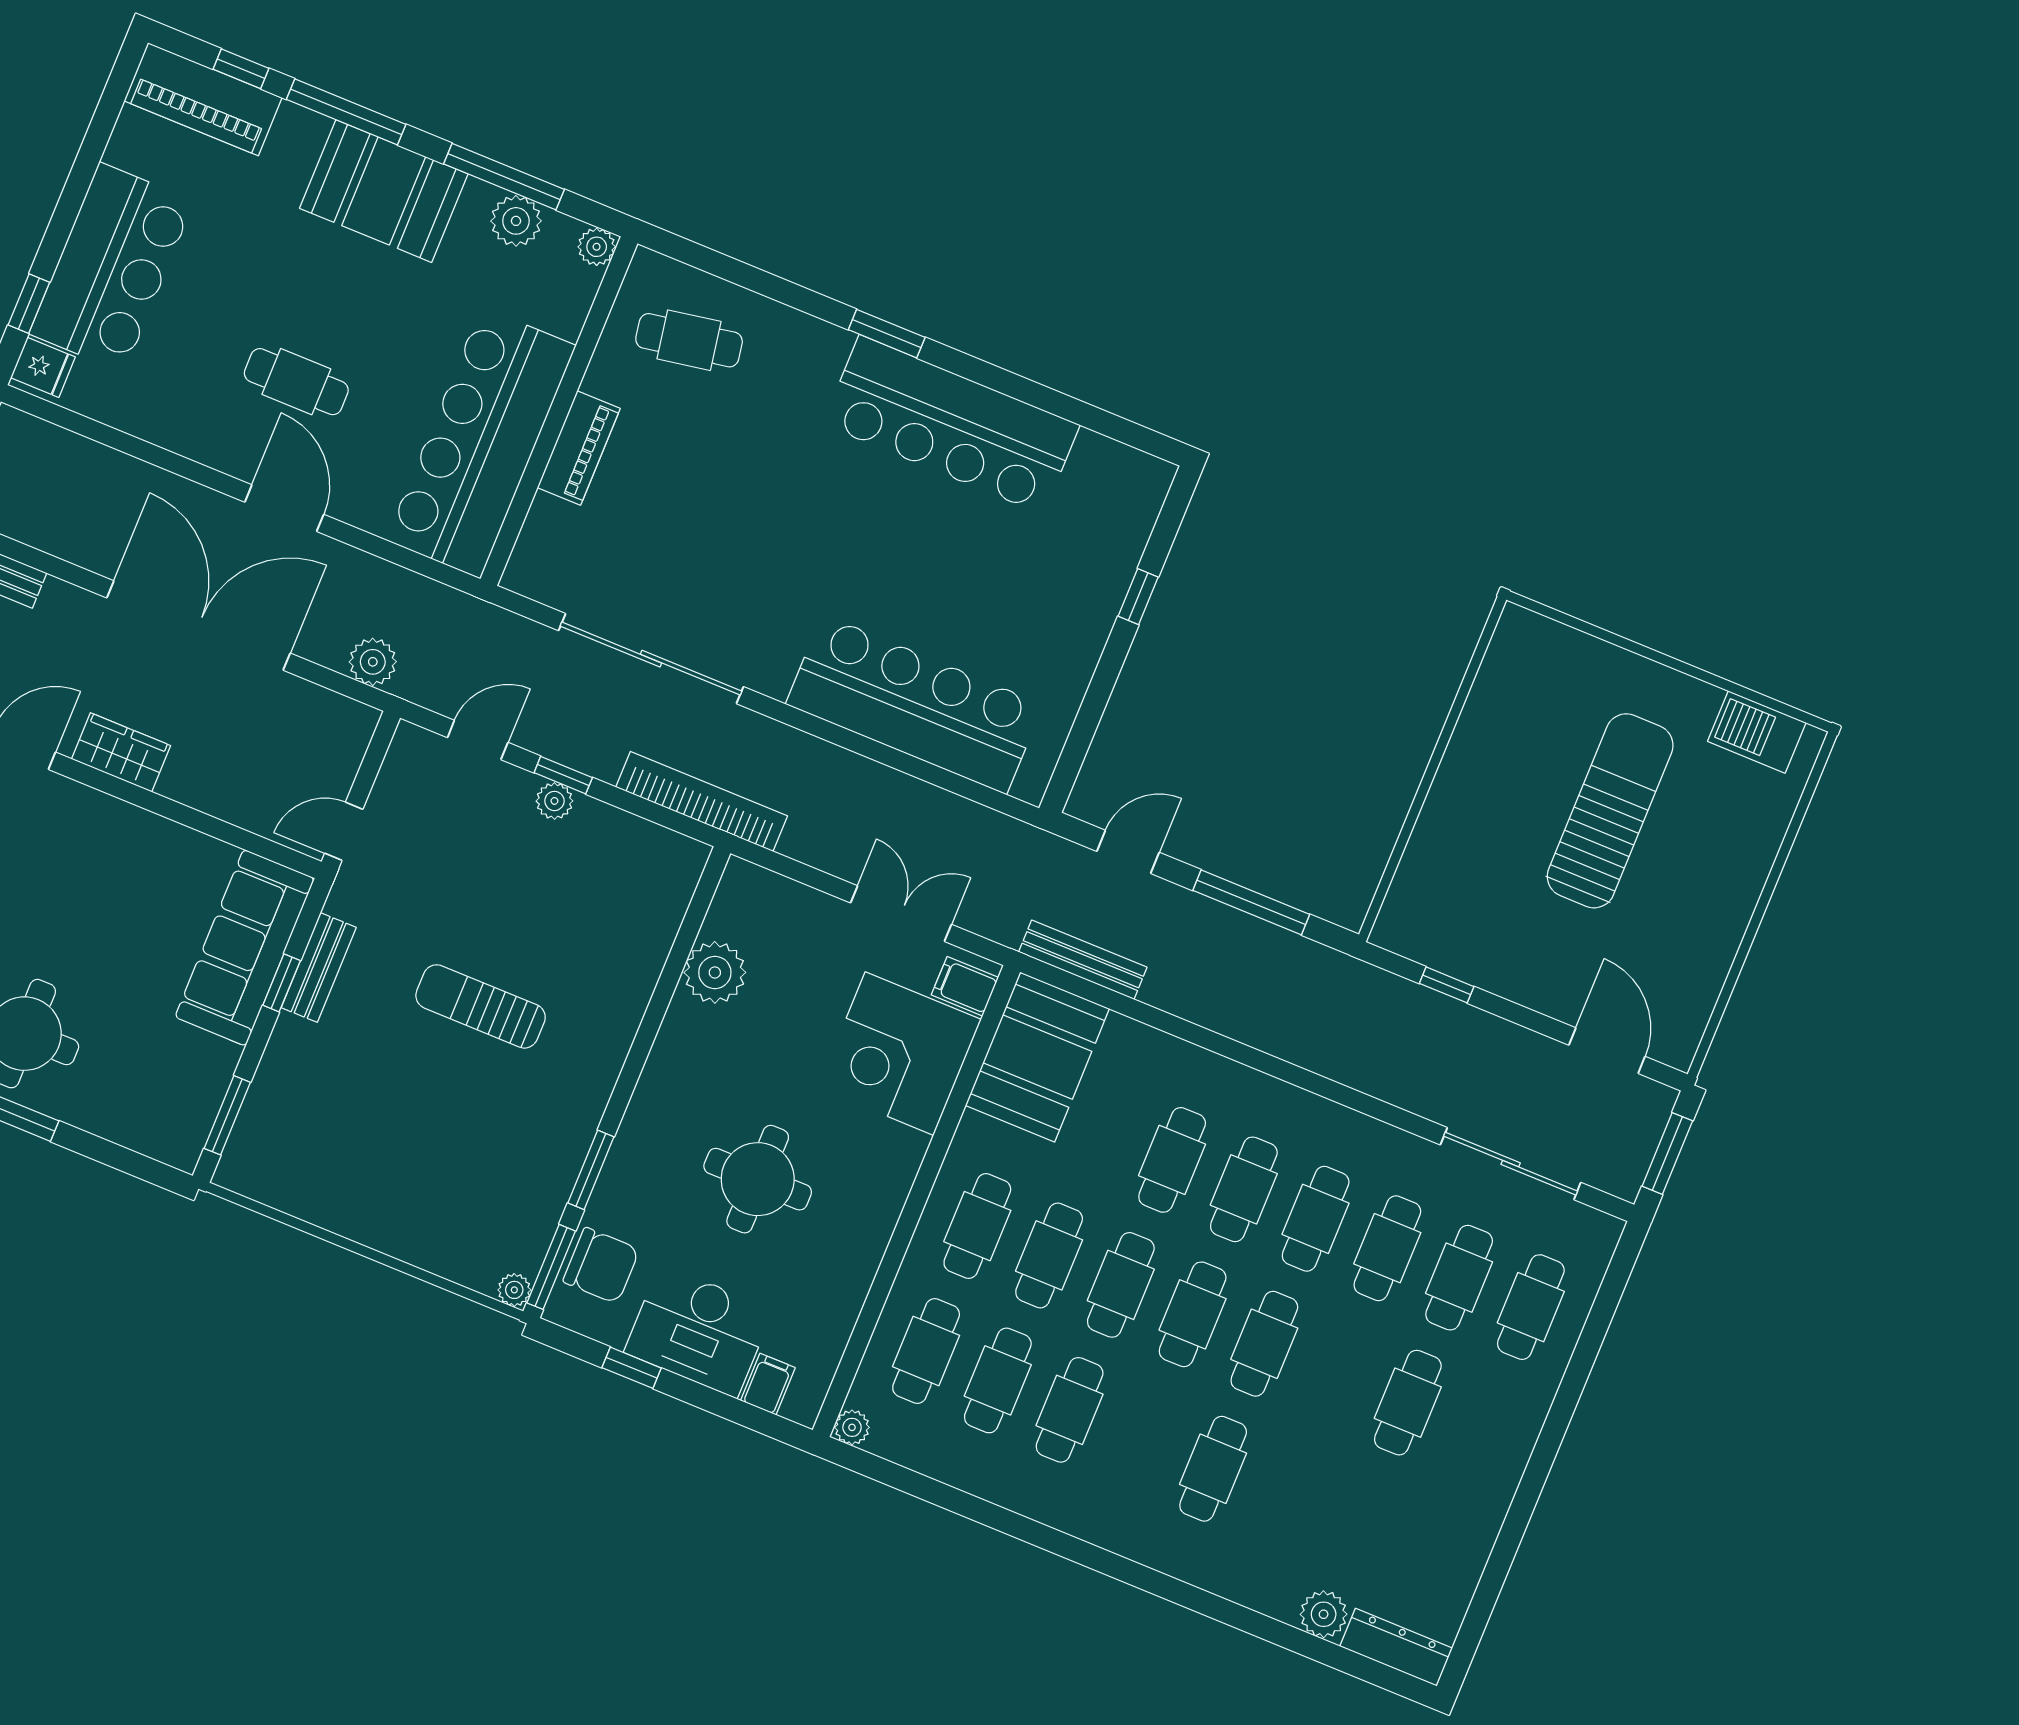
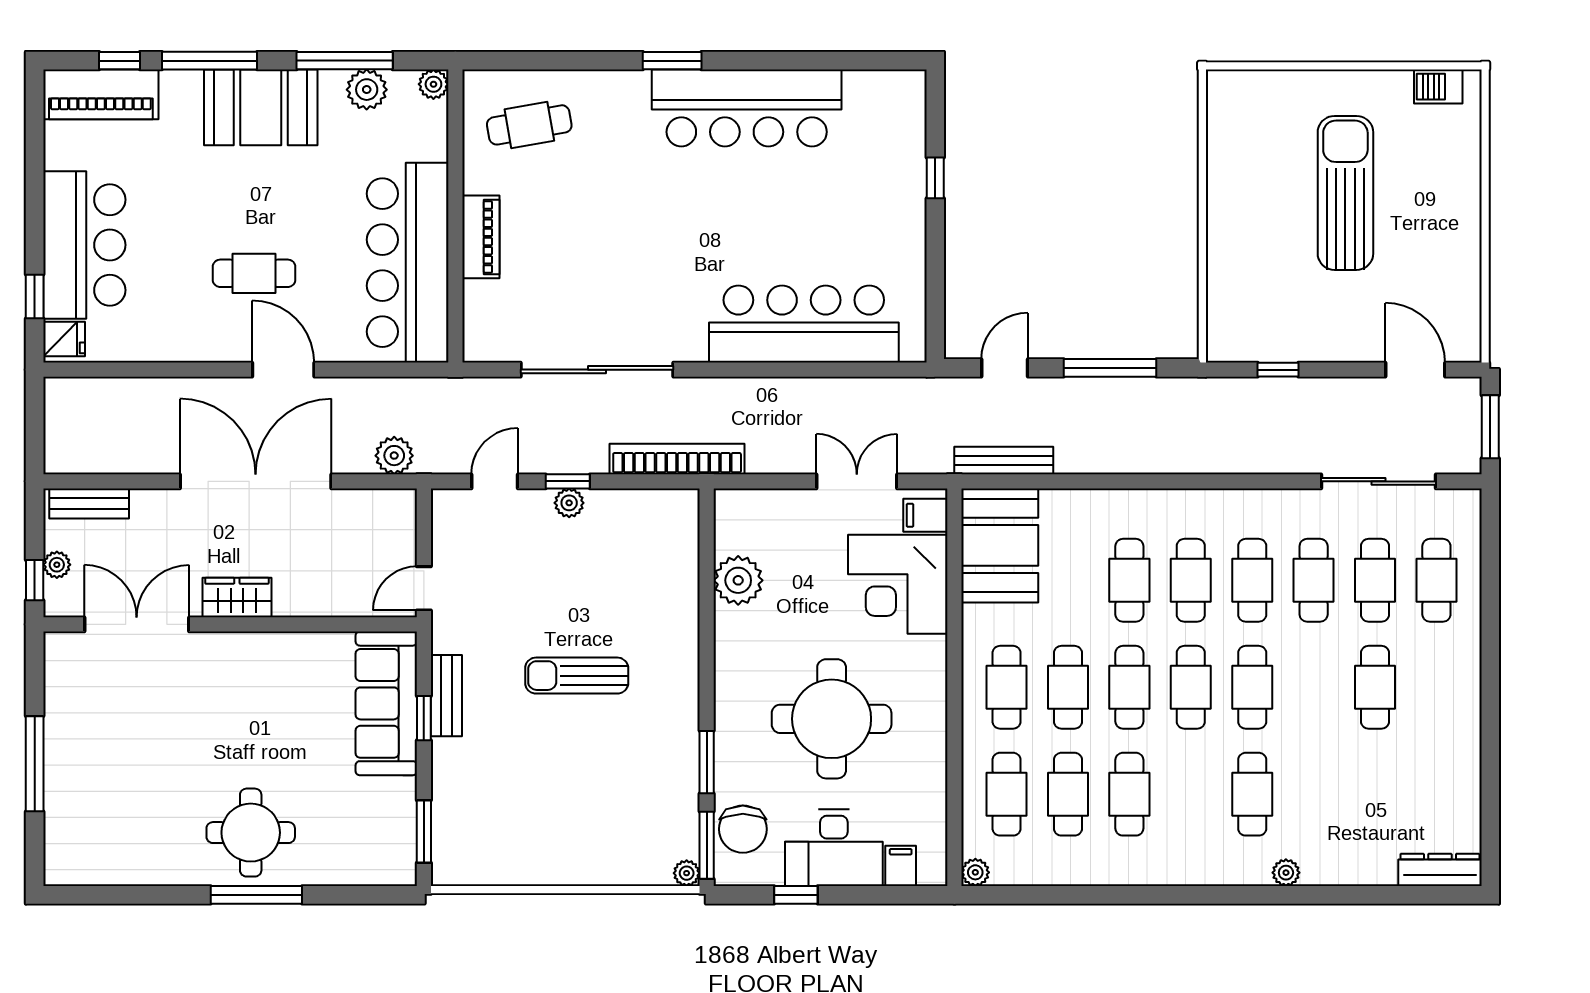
barbecue: (1757, 732) -> (1438, 87), width x0.73, depth x0.79
round table: (758, 1179) -> (832, 719), width x1.36, depth x1.36
chair: (601, 1265) -> (743, 829), turned 90
plant: (1324, 1614) -> (1286, 873), moved, width x0.73, depth x0.73

